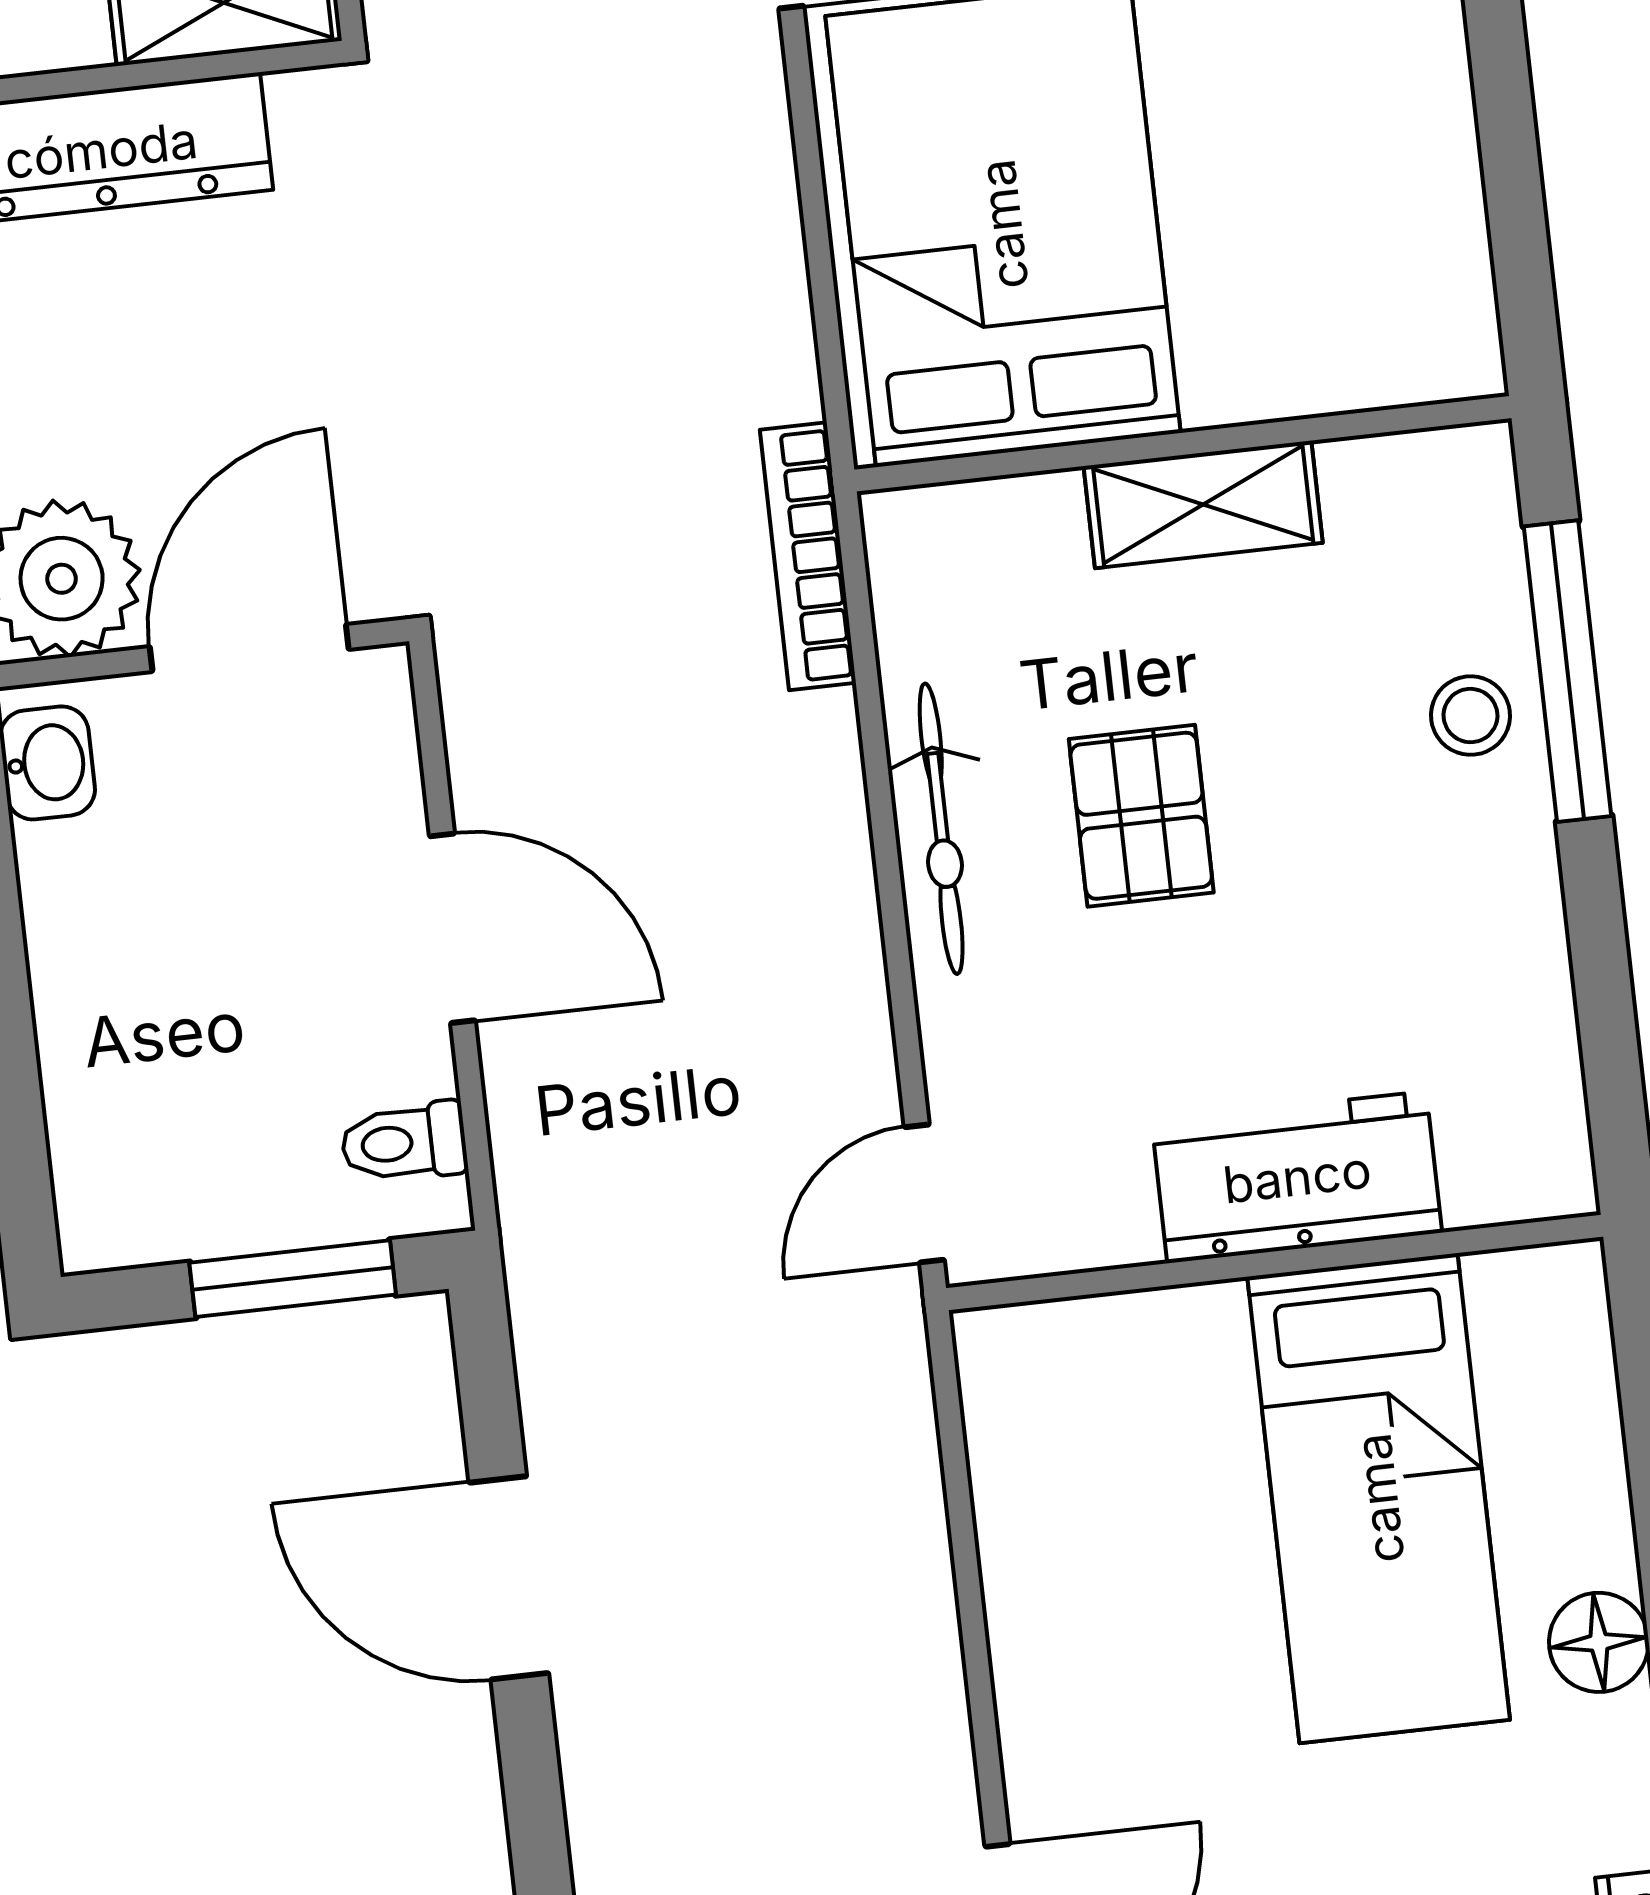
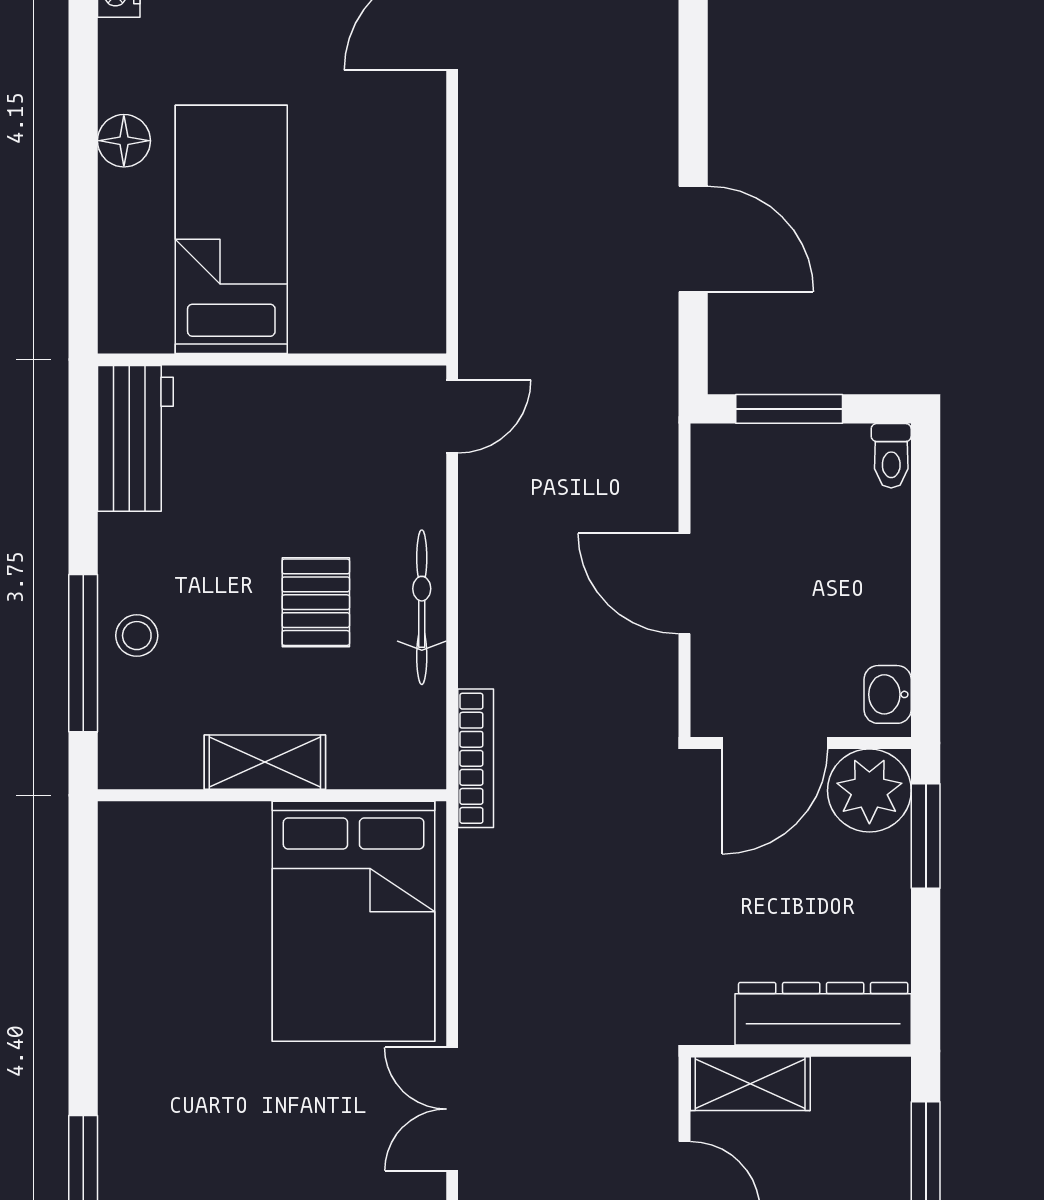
toilet: (404, 1142) -> (891, 456), moved, turned 90
workbench: (1297, 1177) -> (135, 438), moved, turned -90

